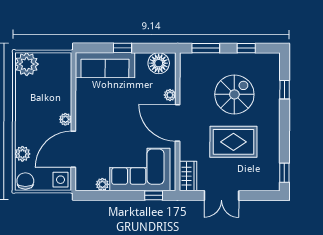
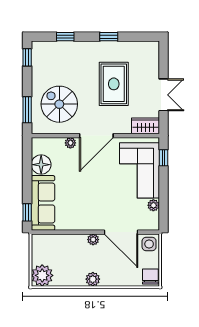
window: (123, 48) -> (27, 212), moved
window: (246, 48) -> (27, 57), moved
floor lamp: (159, 63) -> (41, 165), moved
spiral stairs: (234, 94) -> (59, 104), moved
plant: (22, 154) -> (93, 279), moved
window: (284, 173) -> (109, 37), moved
chair: (25, 181) -> (150, 277), turned 90

